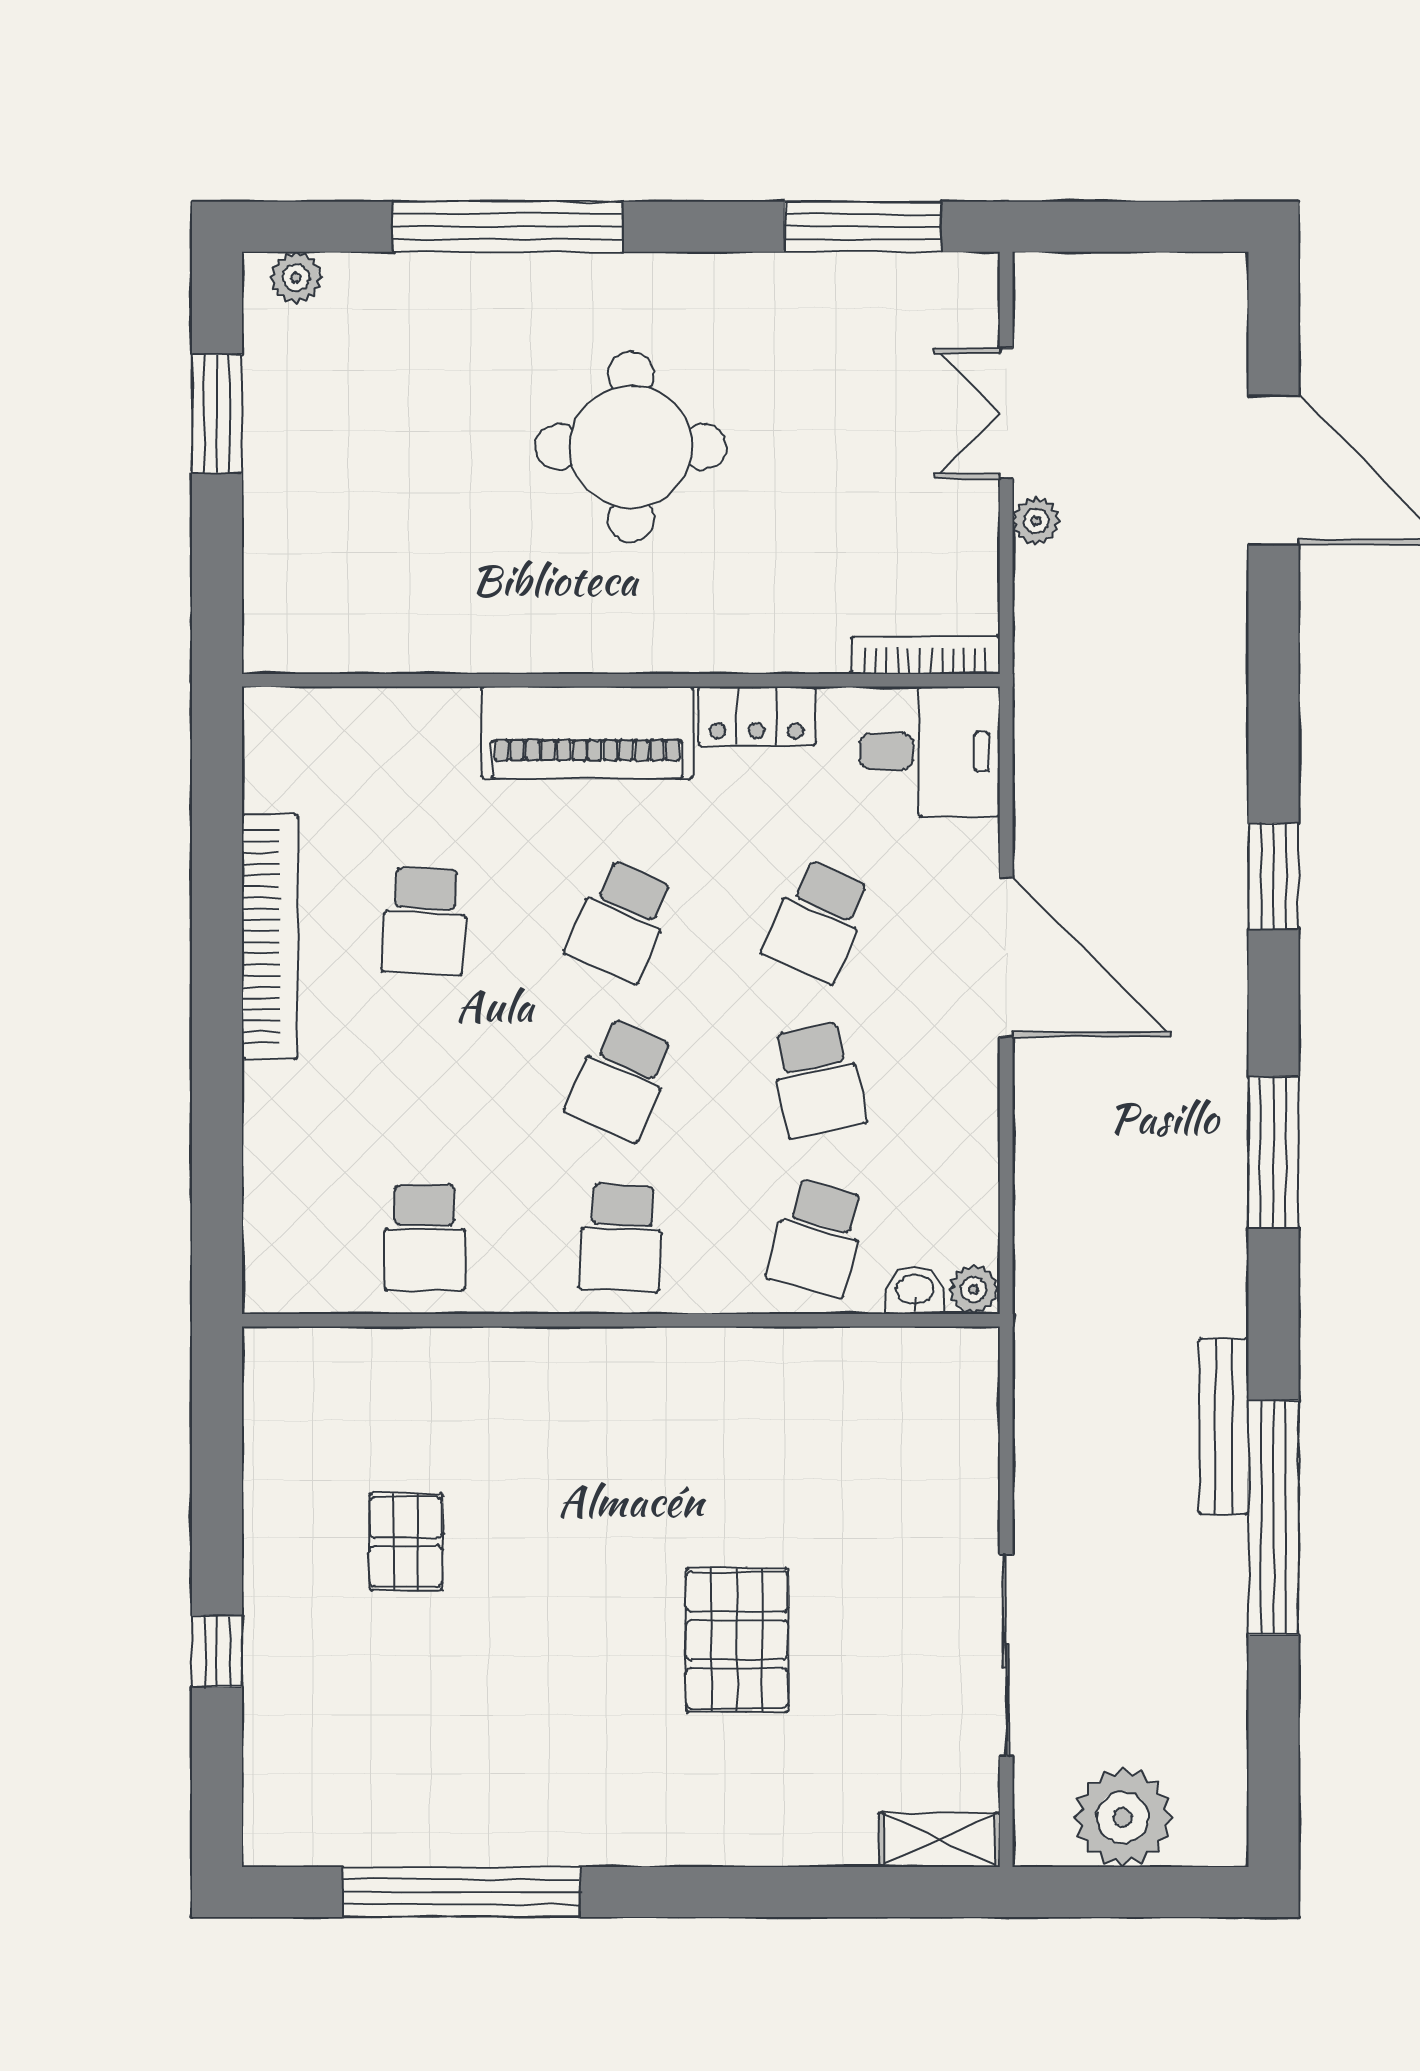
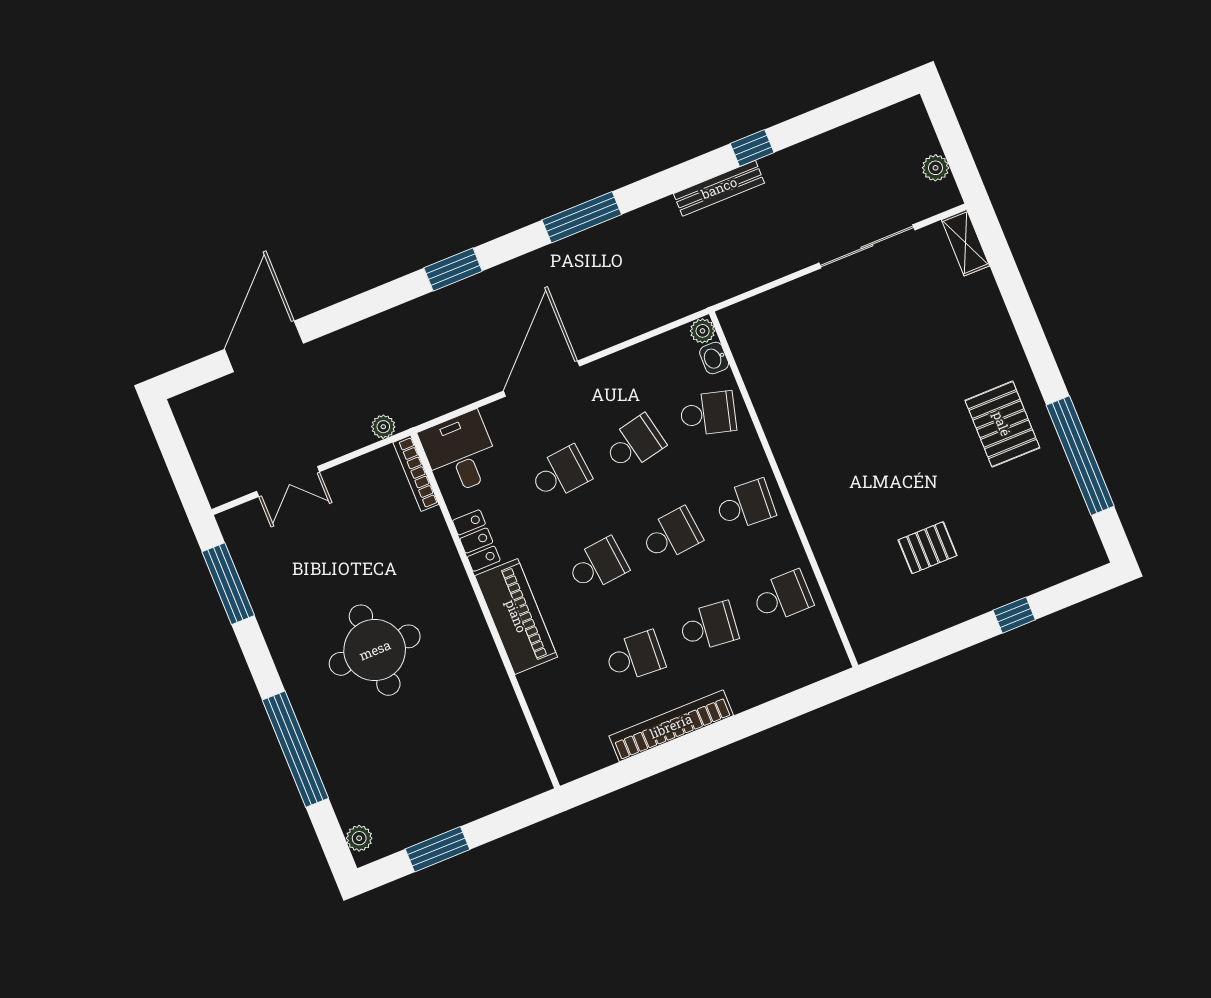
plant: (1036, 521) -> (383, 427), moved
school desk: (621, 921) -> (598, 565), turned -30
school desk: (817, 921) -> (560, 473), turned -30
school desk: (425, 1079) -> (709, 627), added
school desk: (621, 1079) -> (671, 535), turned -30
window: (1273, 1518) -> (752, 148), width x0.32
pallet: (737, 1640) -> (1002, 424), moved, turned 90
plant: (1123, 1817) -> (935, 168), width x0.53, depth x0.53

